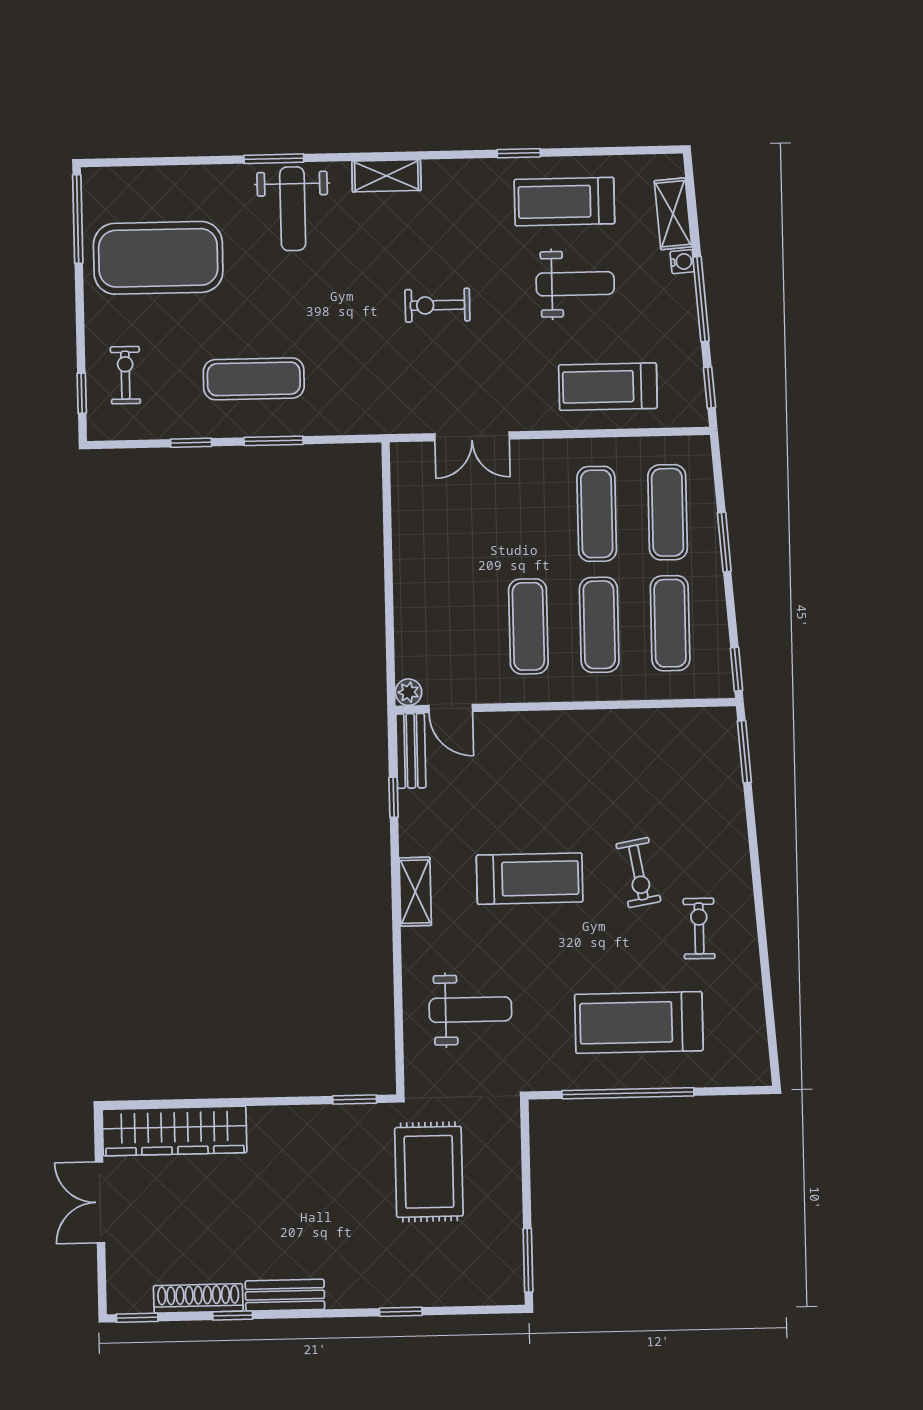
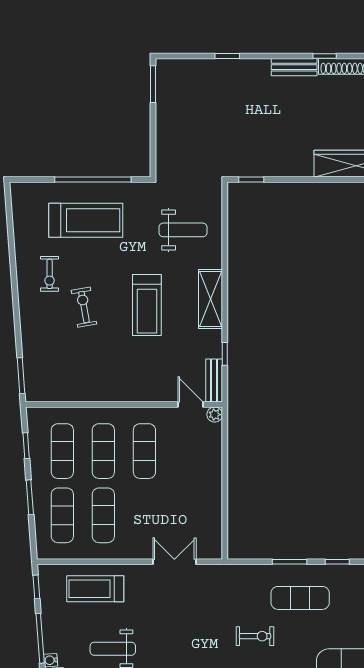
exercise bike: (437, 305) -> (255, 636), moved
treadmill: (608, 387) -> (95, 589), turned 180
window: (736, 669) -> (26, 446), moved
treadmill: (530, 879) -> (147, 305), turned -90
shelving: (415, 892) -> (210, 299), width x1.50, depth x1.33
weight bench: (470, 1010) -> (183, 230), turned 180
rug: (429, 1172) -> (209, 137), removed

